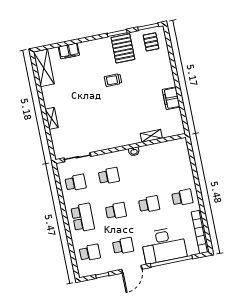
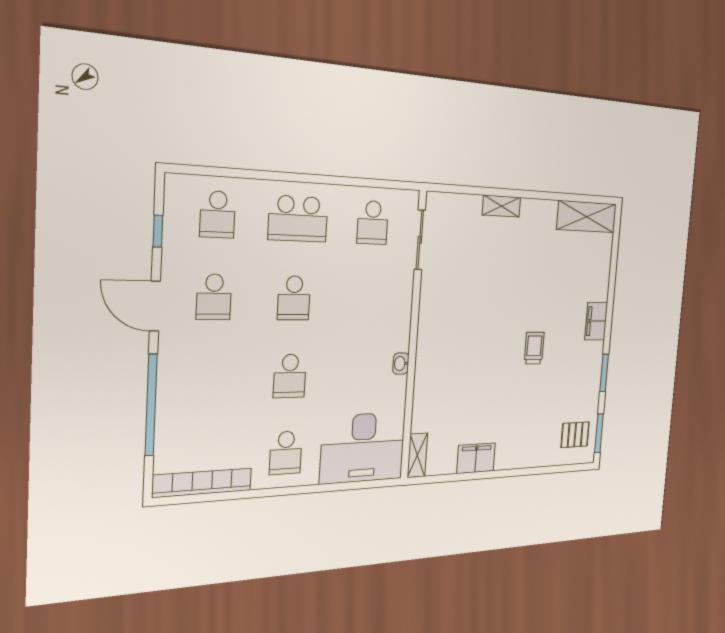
pallet: (123, 48) -> (579, 379), removed
filing cabinet: (69, 51) -> (596, 321), moved
shelving: (151, 136) -> (417, 455), moved
school desk: (109, 176) -> (368, 299), removed
desk: (164, 245) -> (363, 448), moved, turned -90

